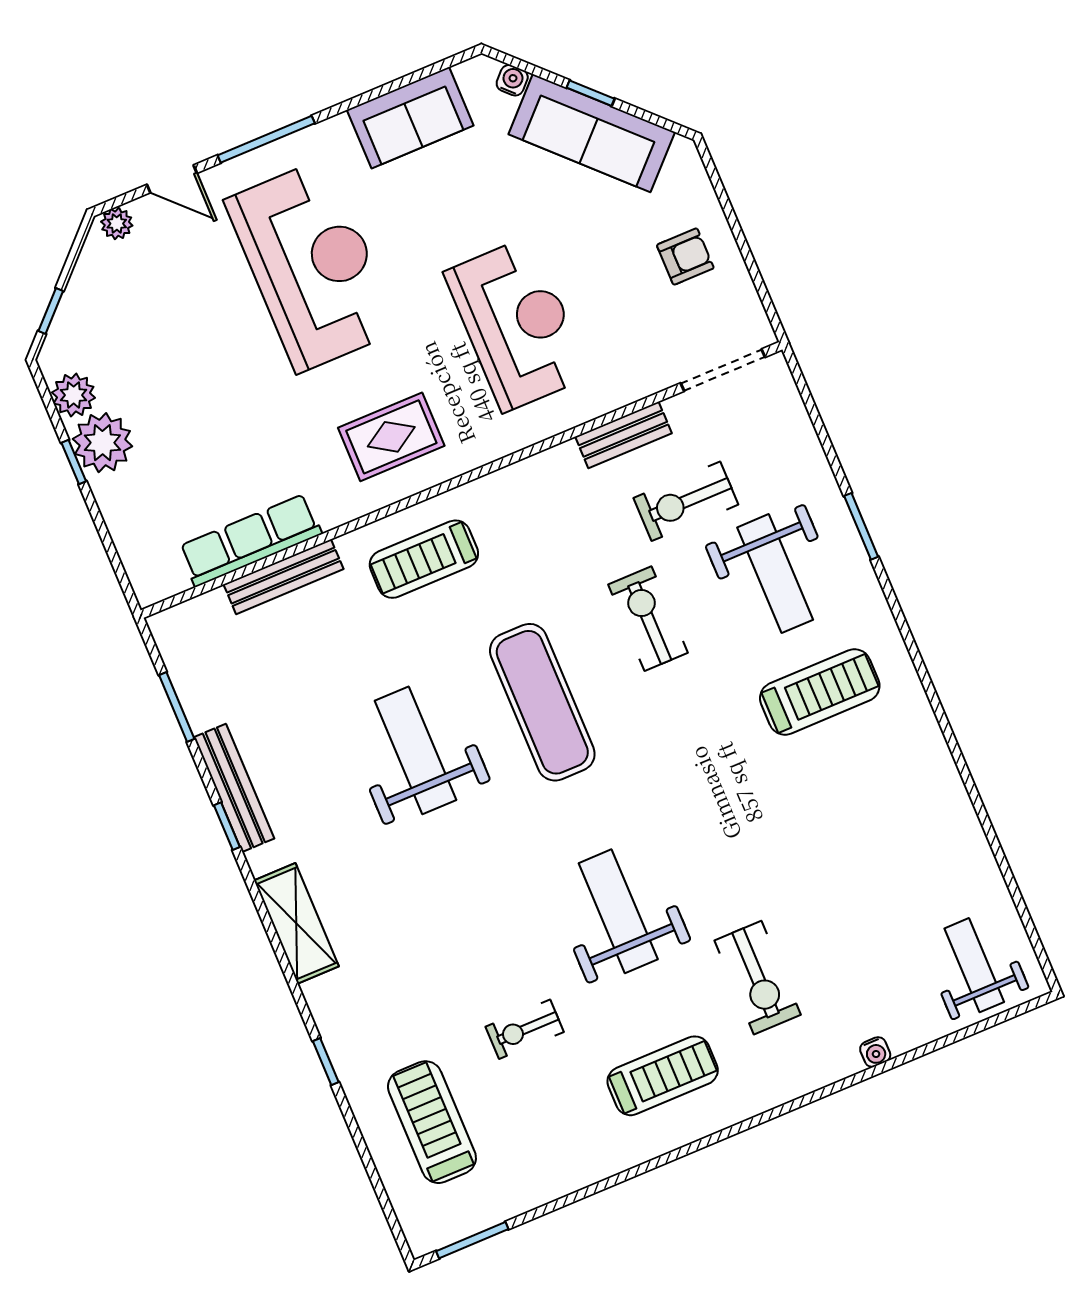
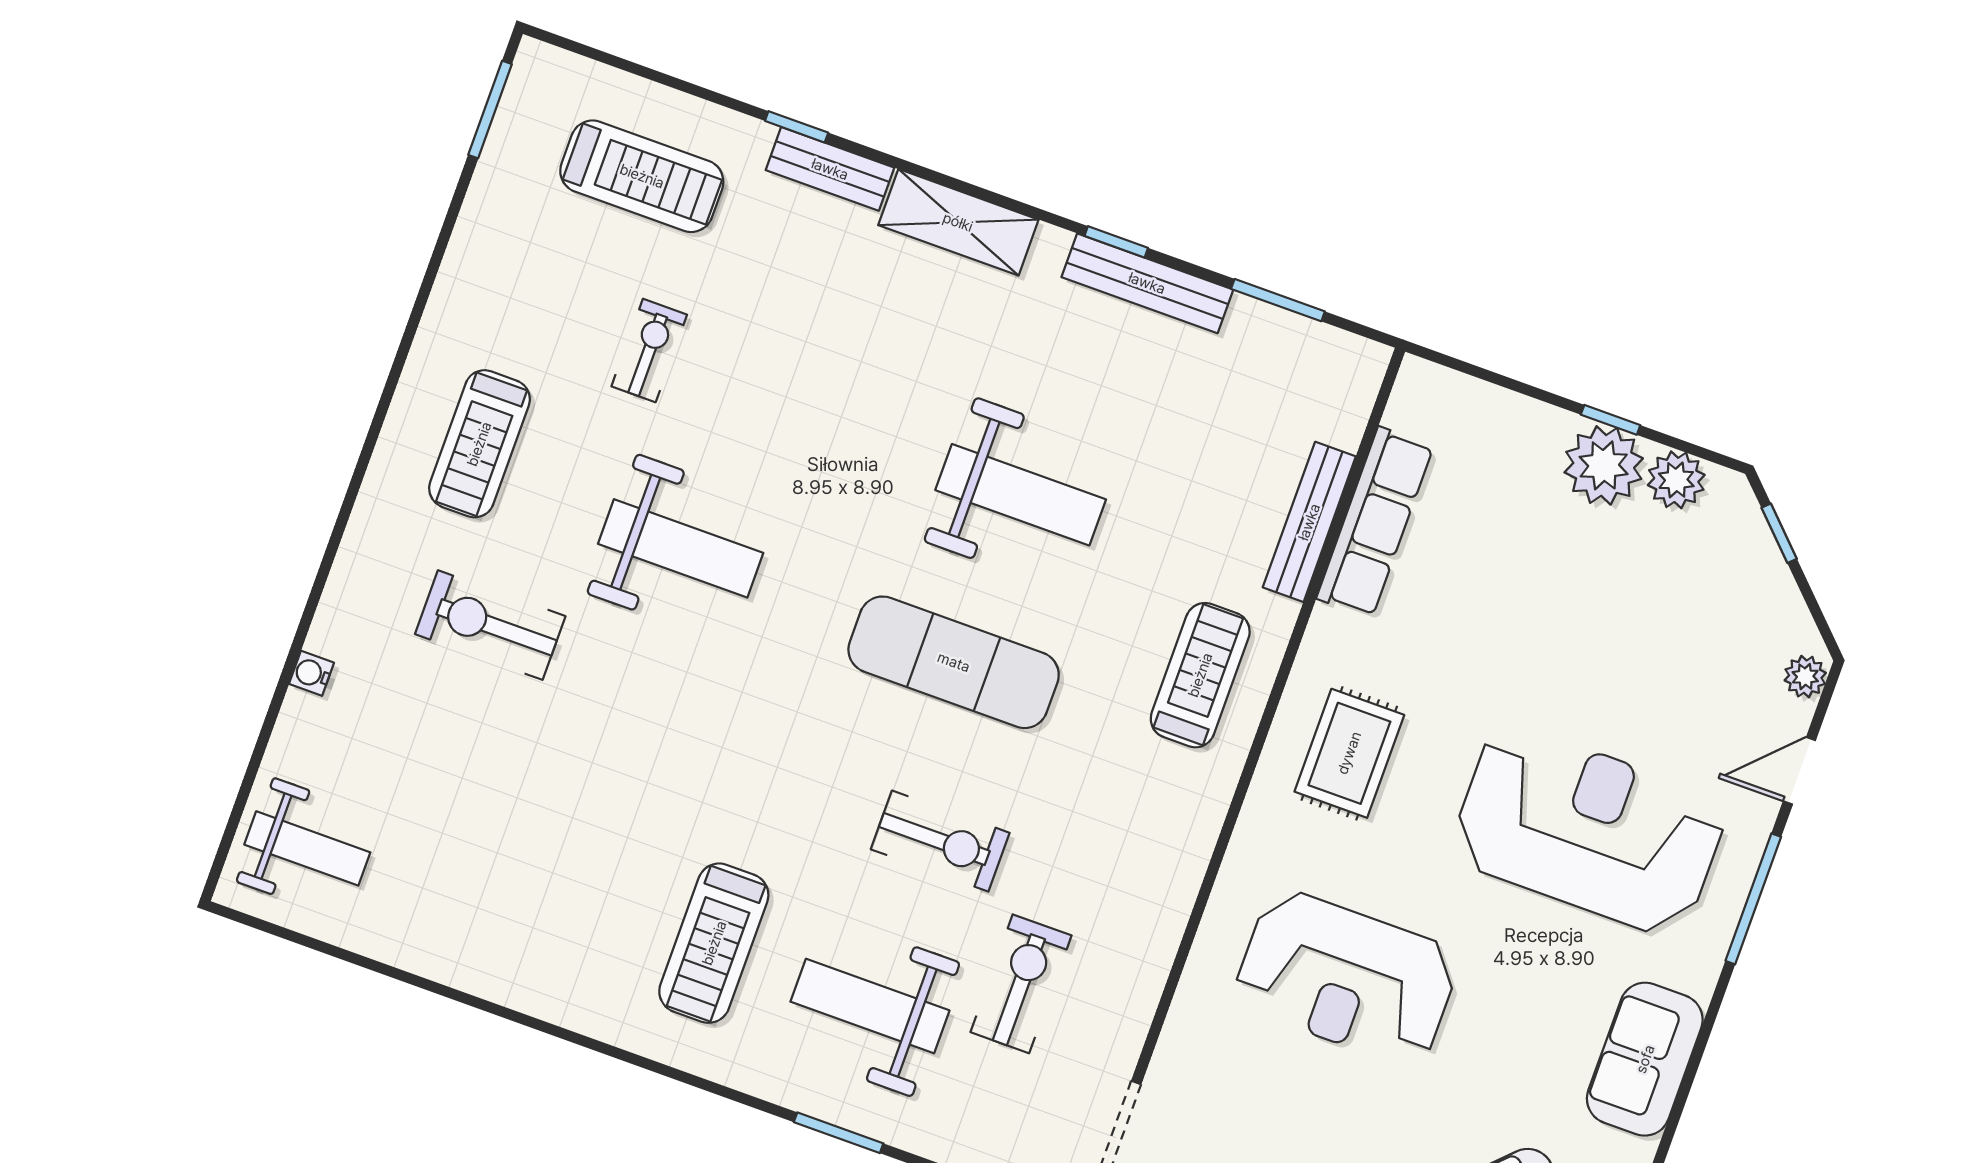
reception desk: (312, 265) -> (1589, 830), turned 180
bench: (623, 435) -> (830, 169), moved, turned 90

